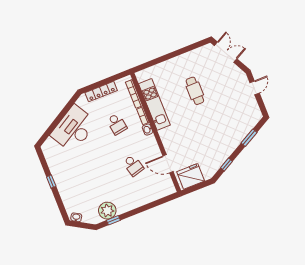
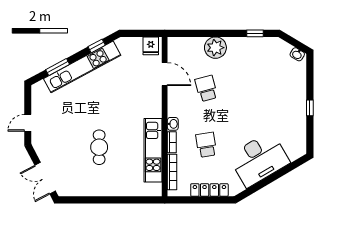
kitchen unit: (231, 145) -> (82, 67), added
fridge: (191, 176) -> (151, 46), width x0.53, depth x0.75
plant: (107, 211) -> (215, 48), moved

